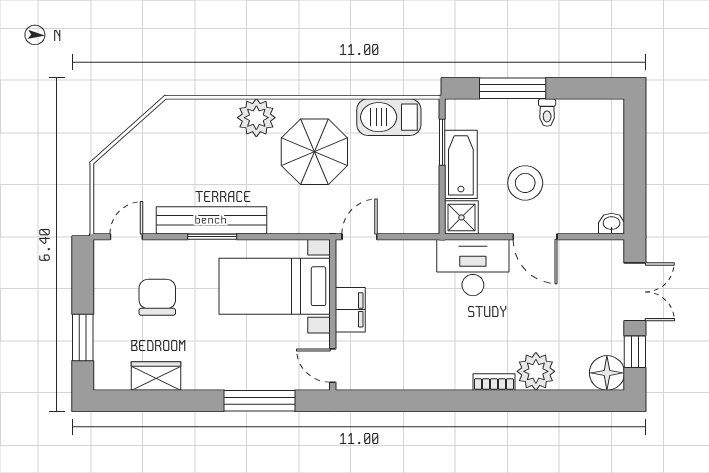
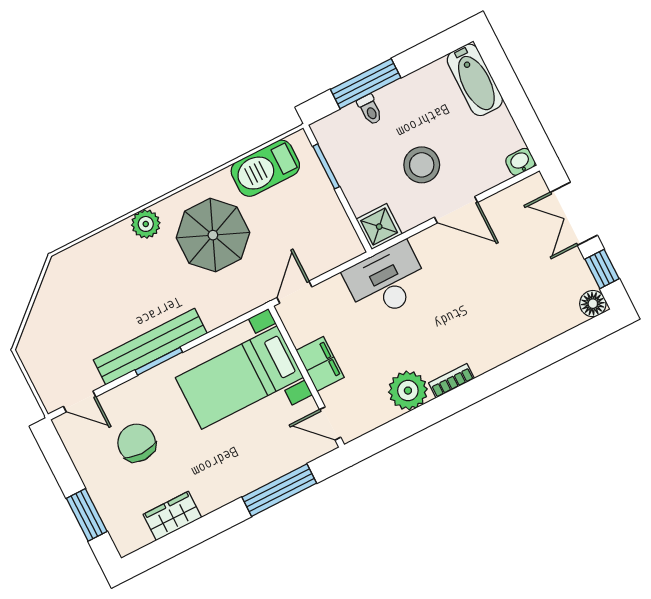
toilet: (547, 113) -> (370, 110), moved
plant: (256, 118) -> (146, 224), width x0.73, depth x0.73
bathtub: (461, 164) -> (475, 80), moved, turned 180
door: (126, 237) -> (80, 402), swing flipped
desk: (473, 268) -> (386, 281), moved
double door: (635, 292) -> (574, 214), swing flipped
plant: (536, 371) -> (408, 391), moved
floor lamp: (607, 373) -> (593, 304), width x0.73, depth x0.73
bookcase: (494, 382) -> (451, 381), moved

